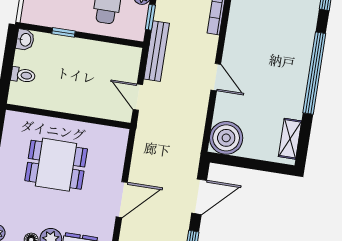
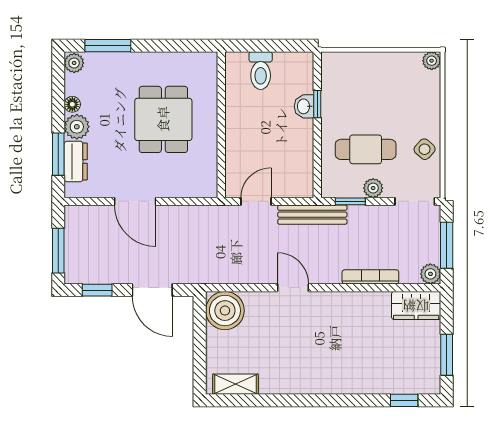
washbasin: (25, 40) -> (304, 106), moved, turned 90
window: (314, 73) -> (316, 400), removed
toilet: (23, 75) -> (261, 71), width x1.37, depth x1.39
door: (216, 77) -> (293, 288), swing flipped

